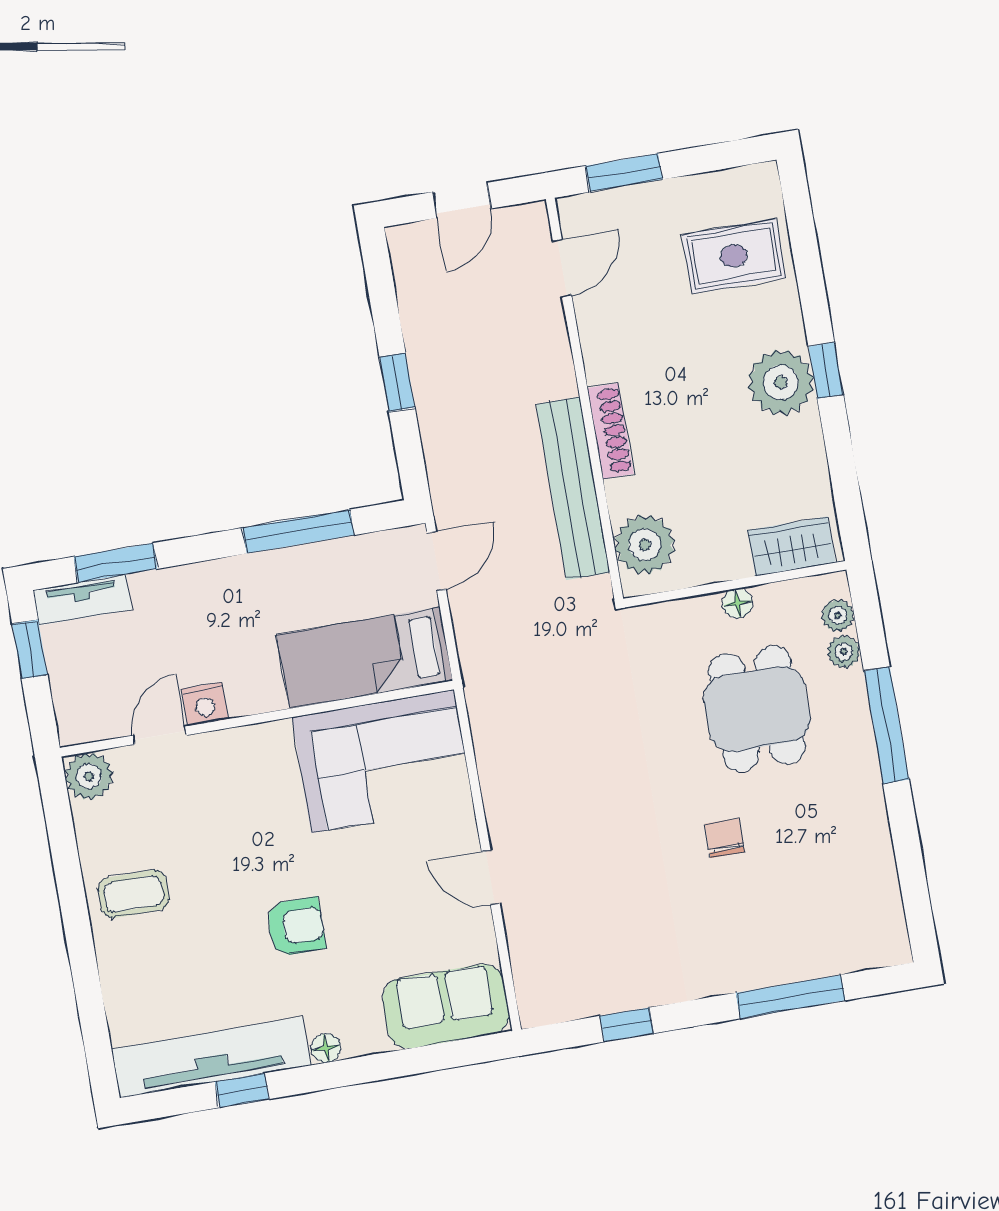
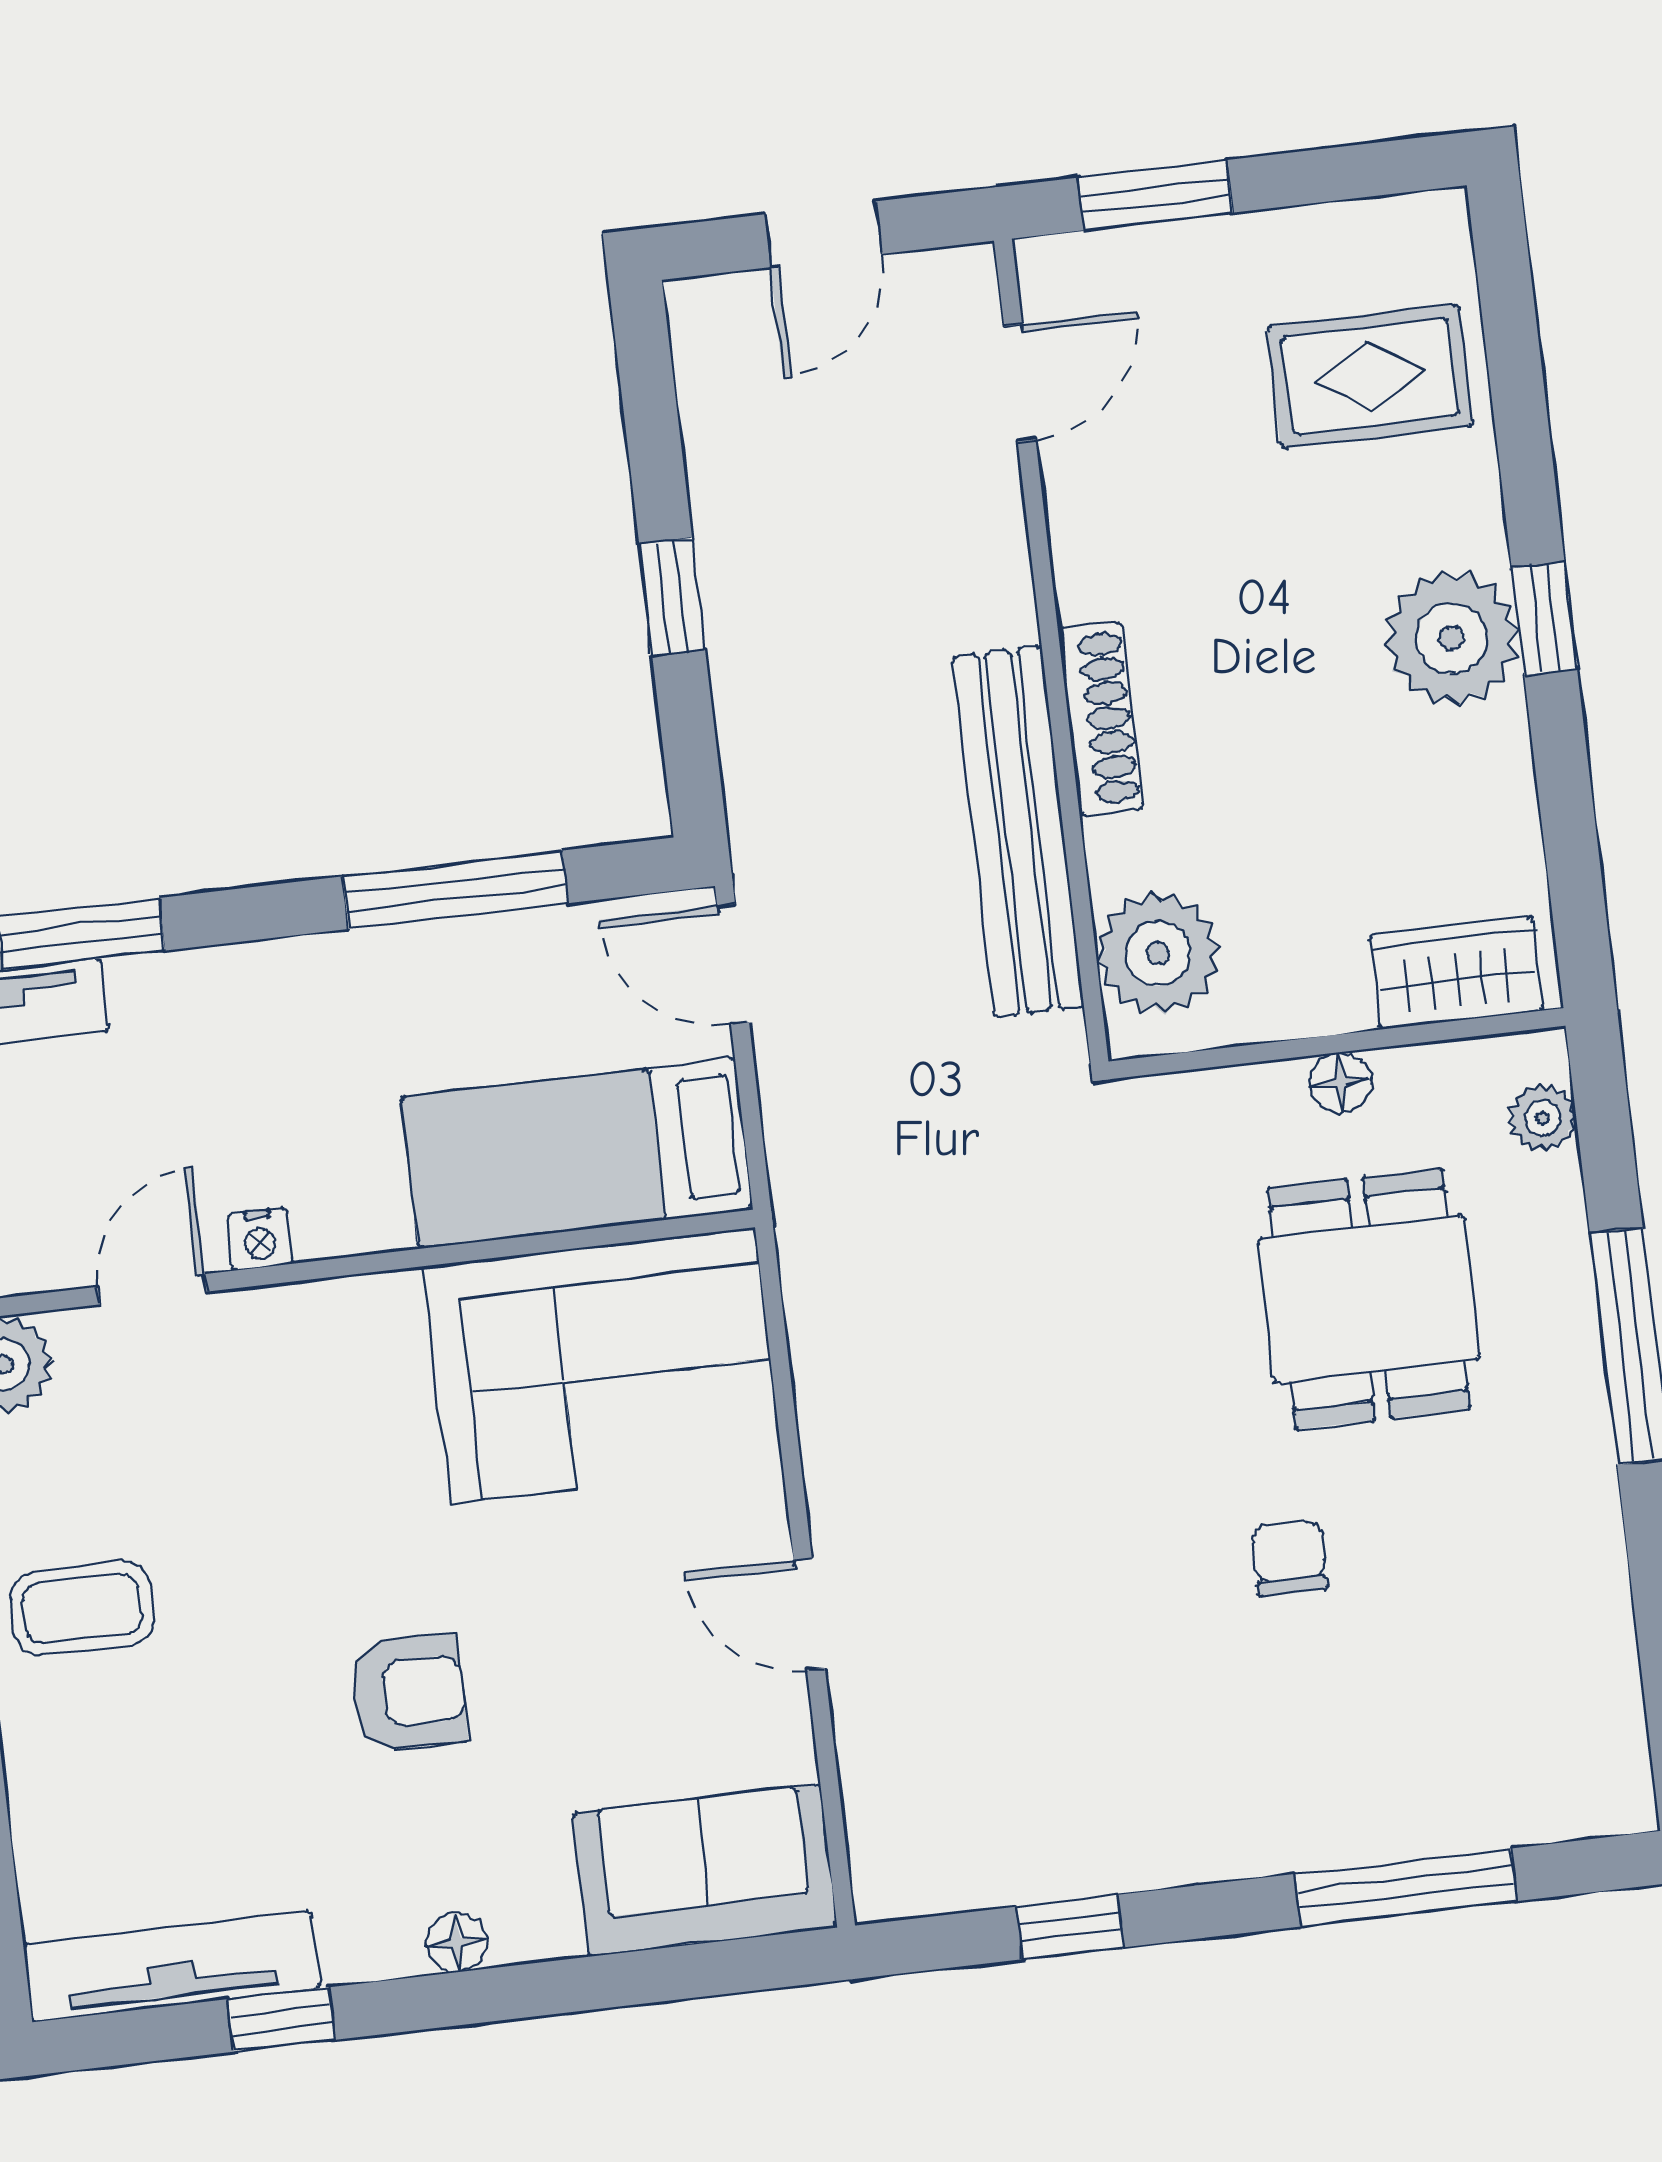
door: (436, 561) -> (733, 964), swing flipped
plant: (844, 652) -> (1551, 1192), removed
nightstand: (205, 704) -> (260, 1239), width x0.72, depth x0.74
tv unit: (211, 1057) -> (171, 1966), width x0.73, depth x0.78

